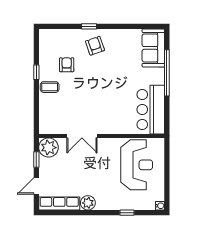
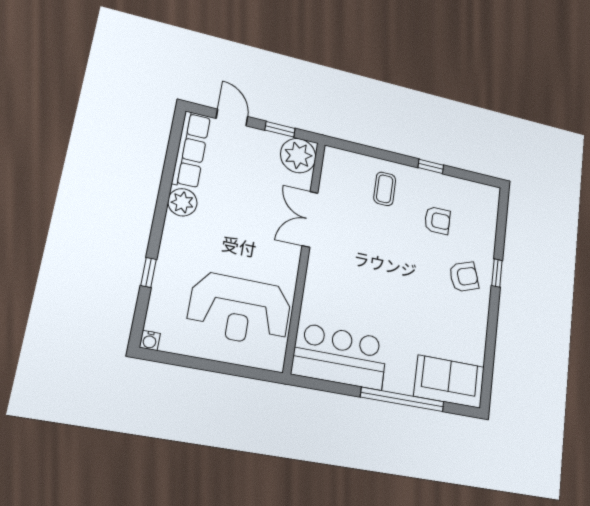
coffee table: (50, 87) -> (385, 189), moved

